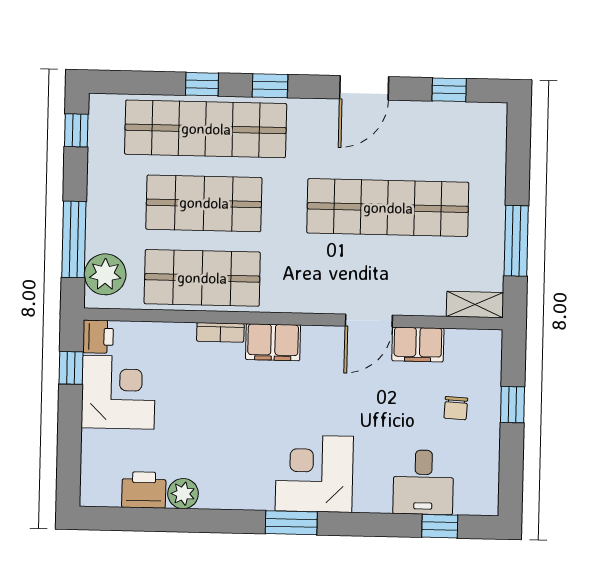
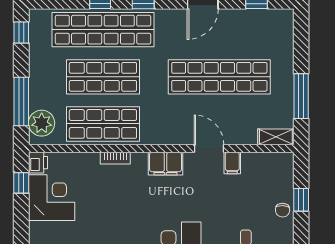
door: (369, 321) -> (209, 149), swing flipped
filing cabinet: (273, 342) -> (166, 164), moved
filing cabinet: (418, 344) -> (232, 163), width x0.50
chair: (456, 408) -> (283, 210), moved

